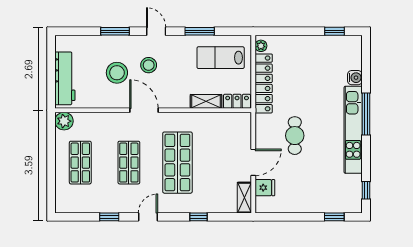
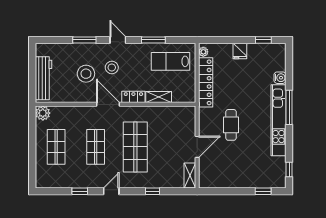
locker: (237, 101) -> (133, 97), moved
fridge: (265, 188) -> (240, 51), moved, turned 90

